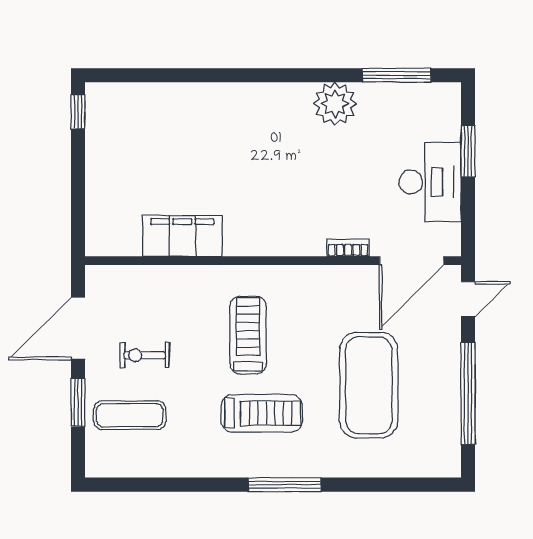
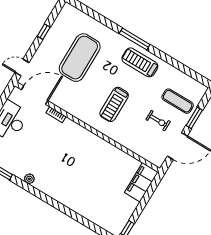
plant: (335, 104) -> (29, 179), width x0.53, depth x0.53
filing cabinet: (182, 236) -> (141, 182), moved, turned 90
window: (468, 393) -> (44, 32), width x0.32
treadmill: (262, 413) -> (140, 62), moved

